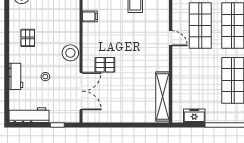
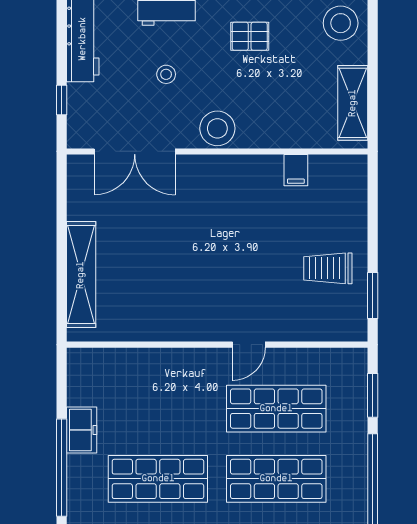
pallet: (105, 65) -> (192, 203), removed
shelving: (163, 97) -> (81, 275), moved, turned 90
freezer: (194, 116) -> (82, 430), moved

